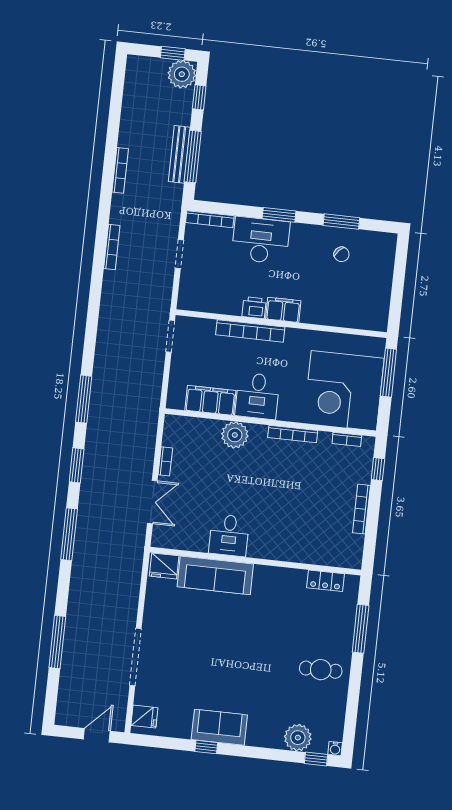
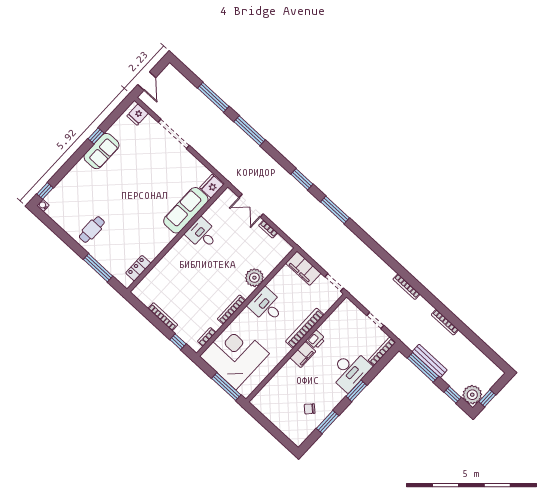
filing cabinet: (210, 400) -> (303, 268), moved, turned 90
window: (69, 534) -> (250, 131), moved
plant: (298, 738) -> (64, 190), removed

